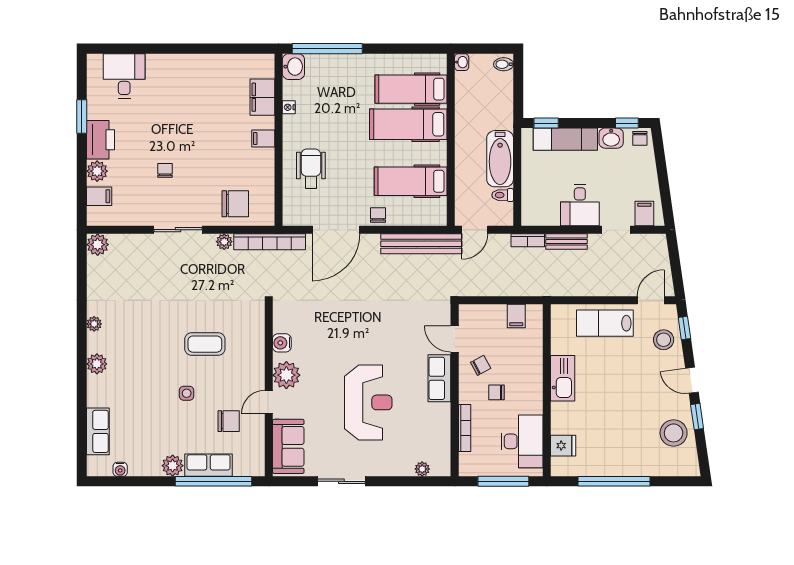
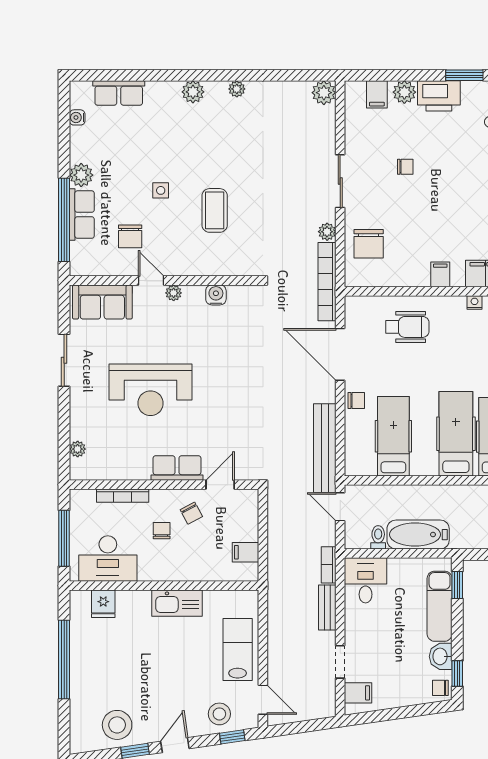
desk: (580, 205) -> (366, 580), moved, turned 90
plant: (286, 375) -> (174, 293), width x0.53, depth x0.53

